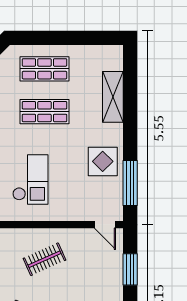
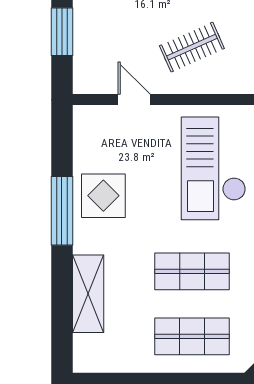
checkout: (30, 179) -> (213, 168), width x1.36, depth x1.21
window: (130, 183) -> (62, 211), moved
door: (105, 225) -> (134, 100), moved

